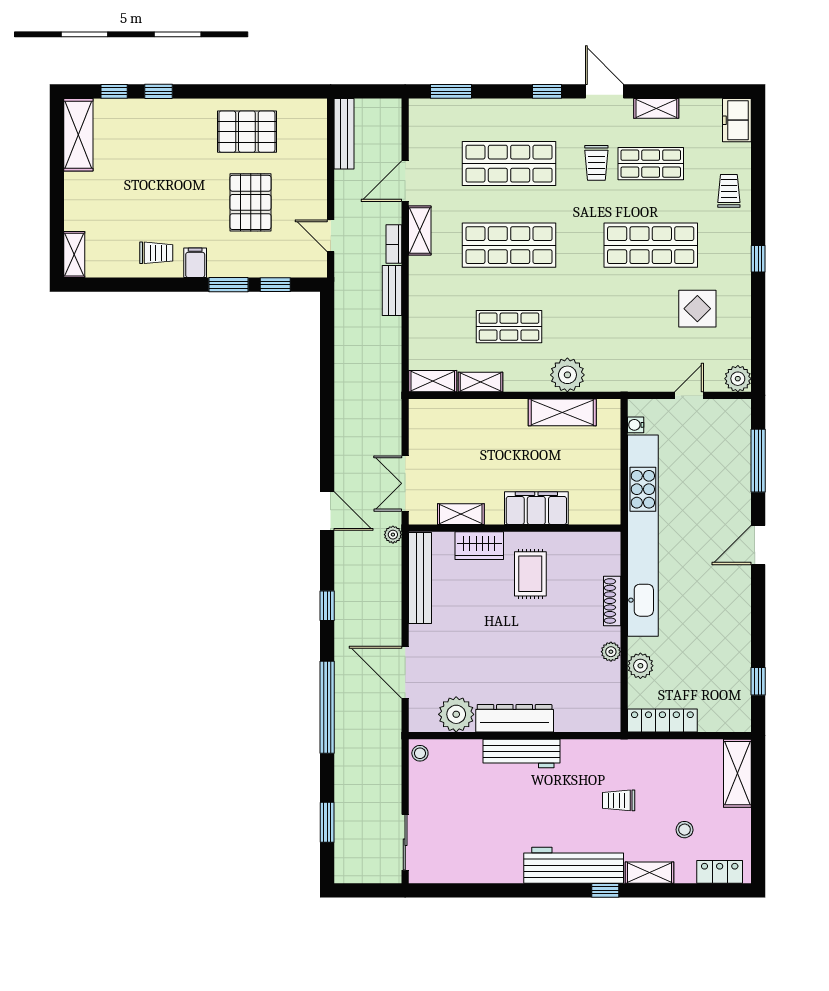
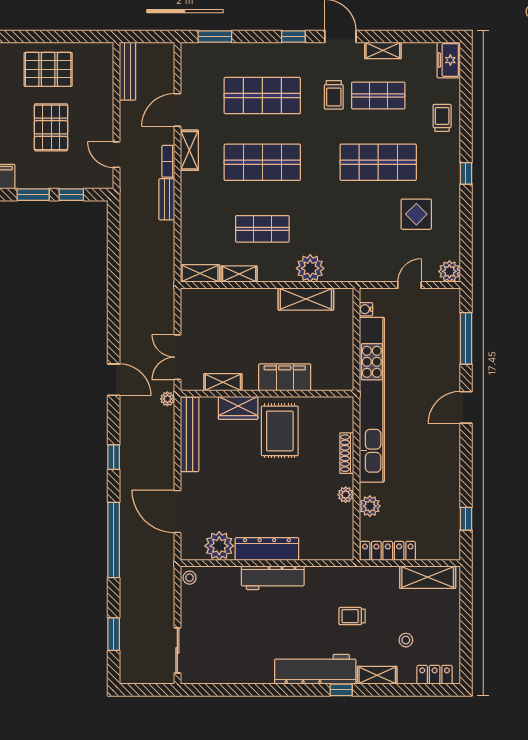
rug: (530, 574) -> (280, 431), width x1.36, depth x1.43
shelving: (737, 773) -> (428, 577), moved, turned 90

